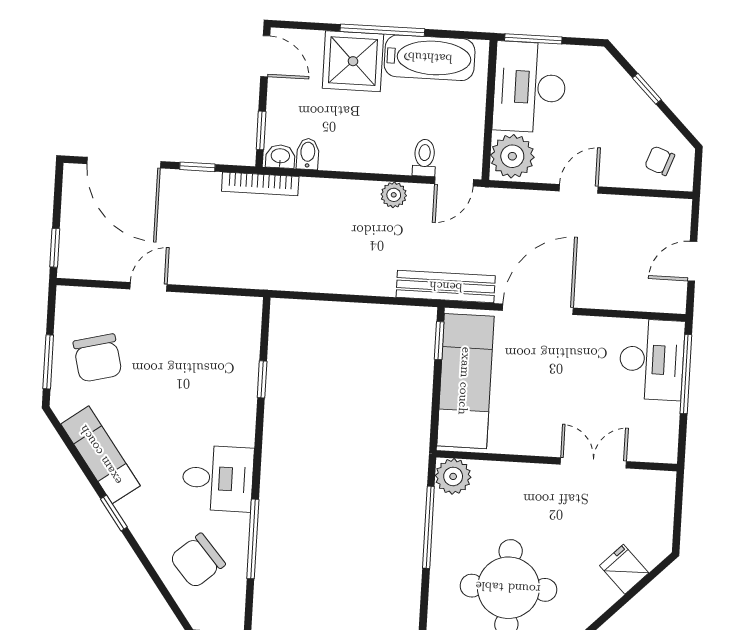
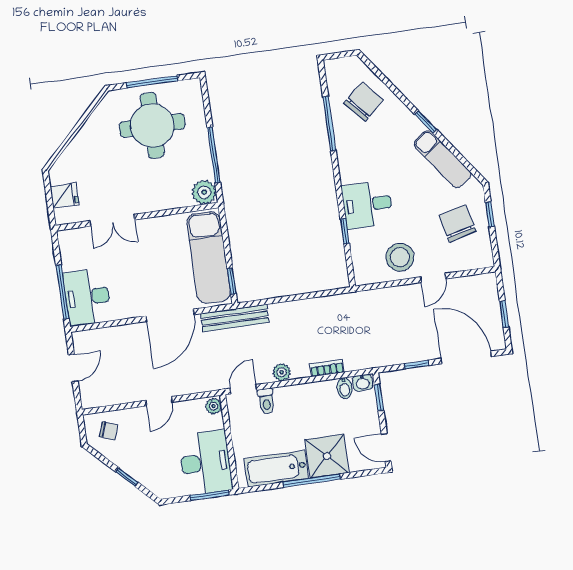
plant: (512, 156) -> (214, 406), width x0.53, depth x0.53
bookcase: (260, 184) -> (327, 368), moved, width x0.64
window: (55, 248) -> (504, 314), moved
stool: (190, 326) -> (400, 257), added
window: (48, 362) -> (490, 214), width x0.67
desk: (218, 478) -> (367, 205), moved
fridge: (624, 569) -> (64, 195), moved, turned -45

